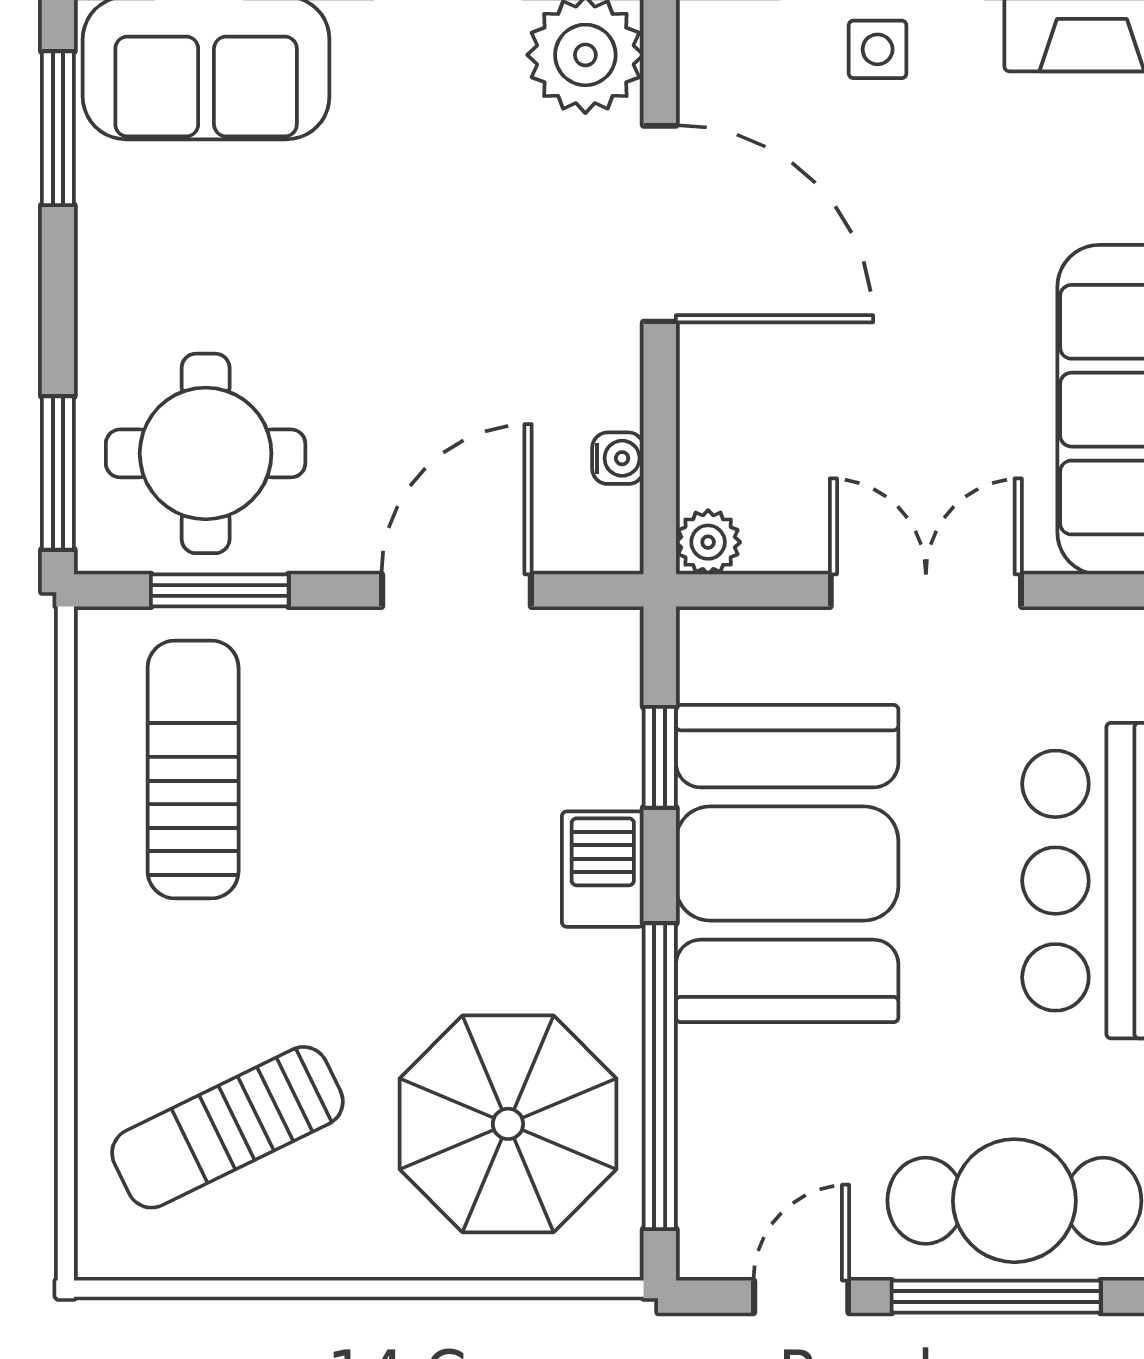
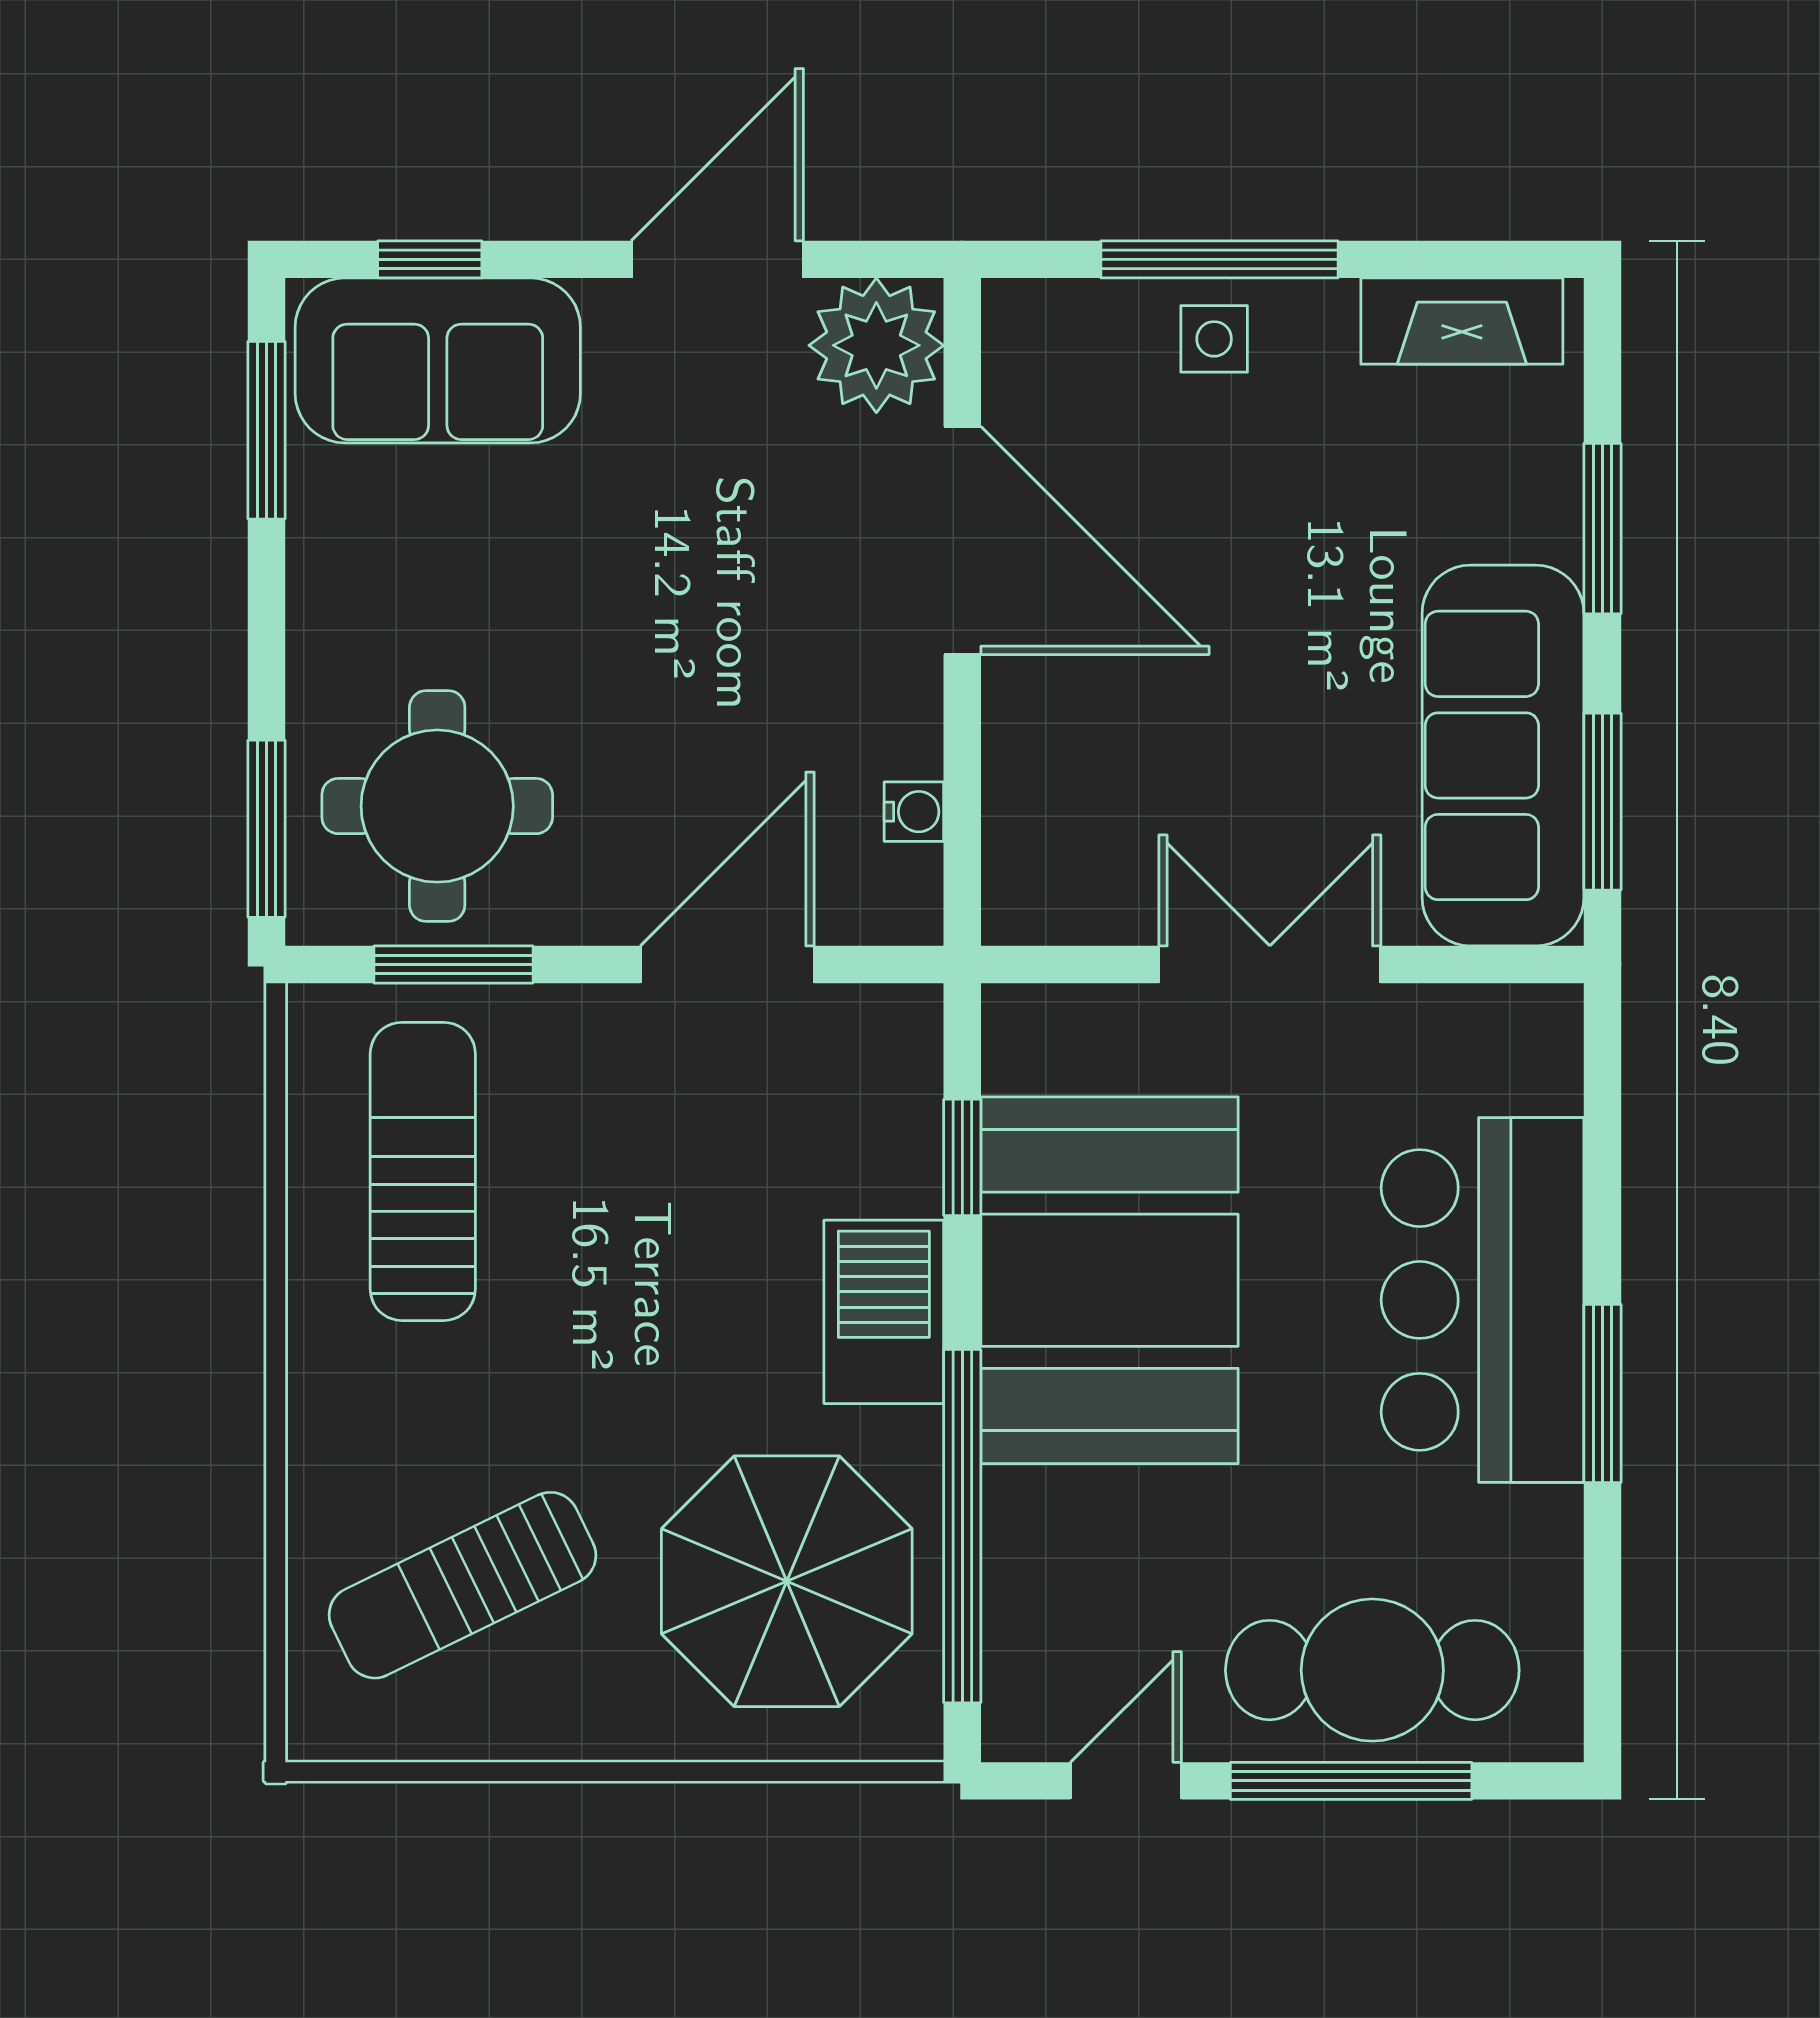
plant: (708, 542) -> (1018, 909), removed
barbecue: (603, 869) -> (884, 1312), width x1.38, depth x1.27

